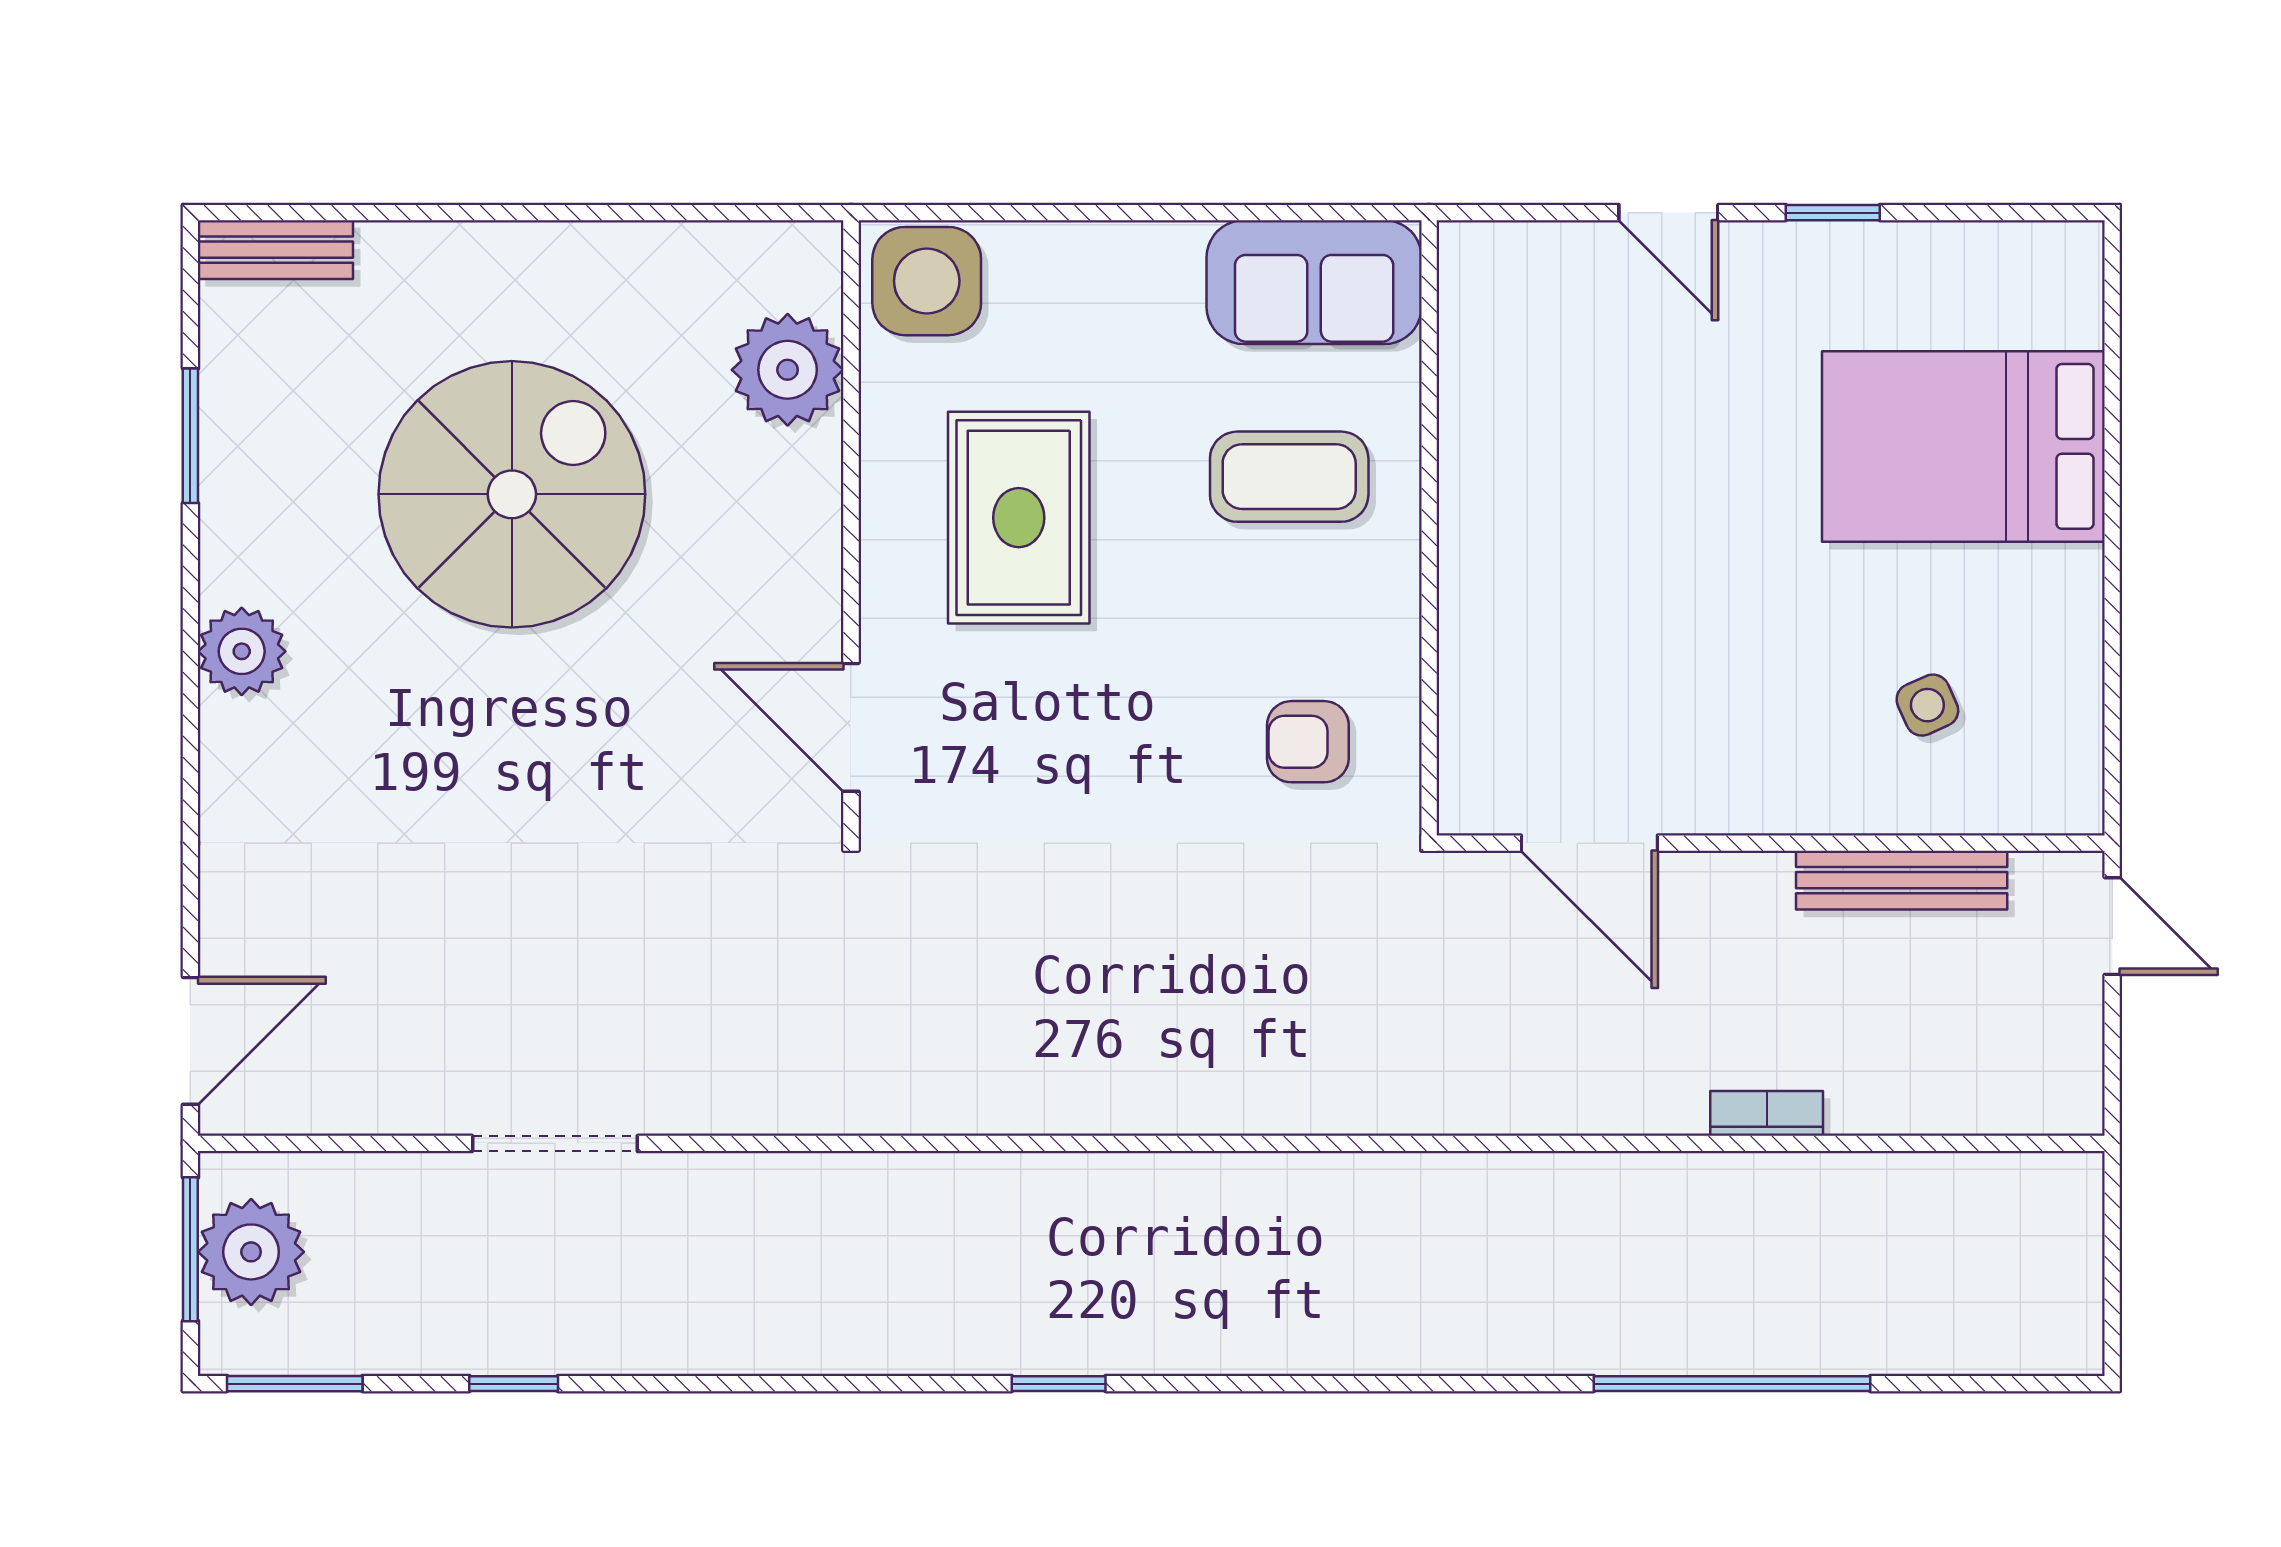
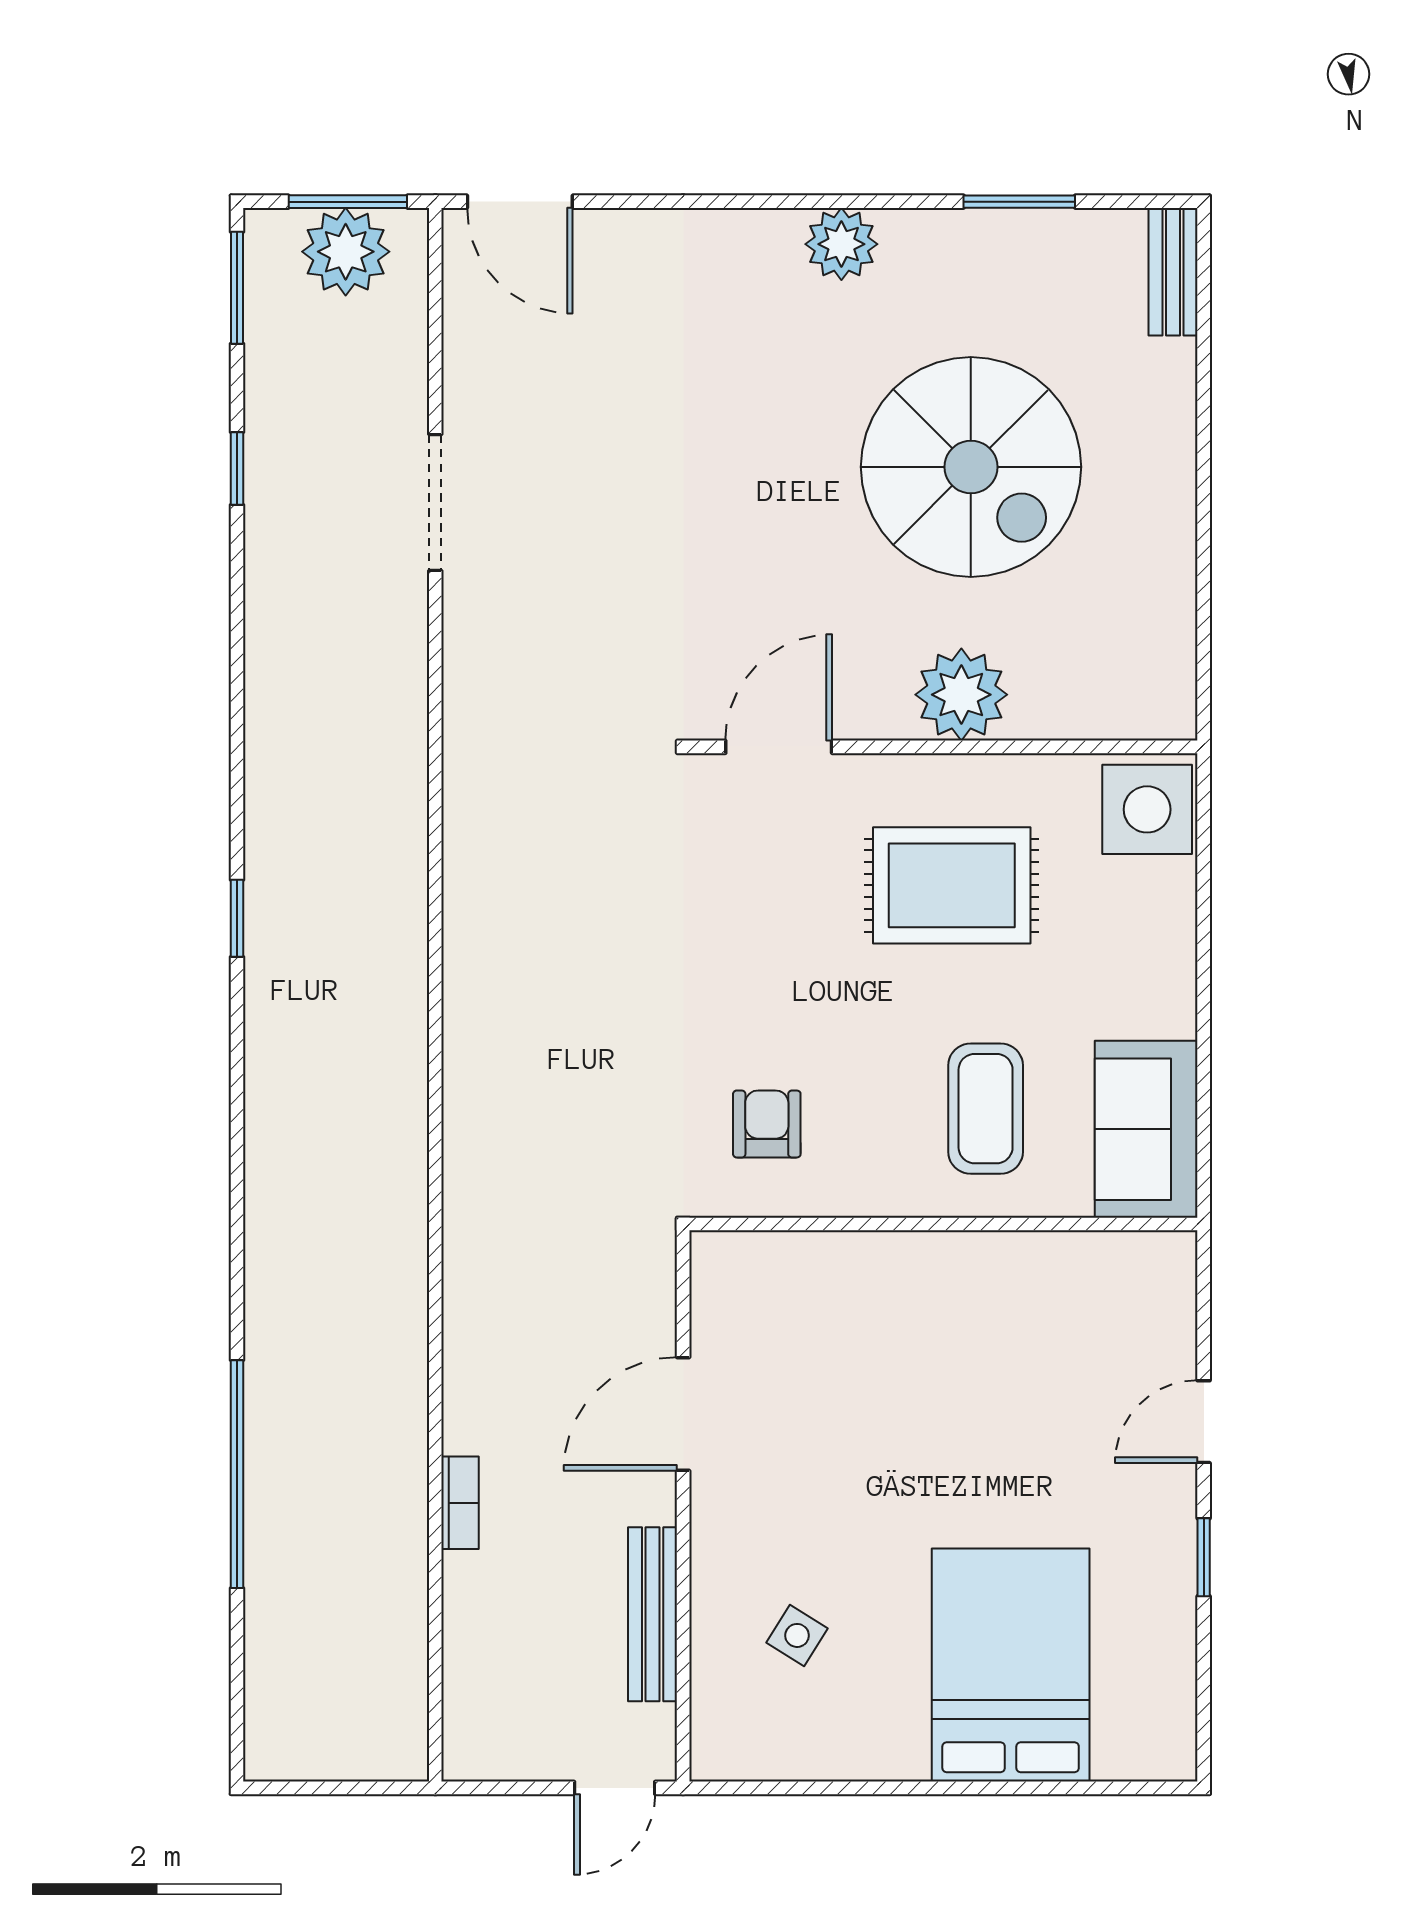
plant: (788, 370) -> (961, 695), moved
side table: (1927, 705) -> (797, 1635), turned -34
door: (1589, 843) -> (683, 1414), moved

